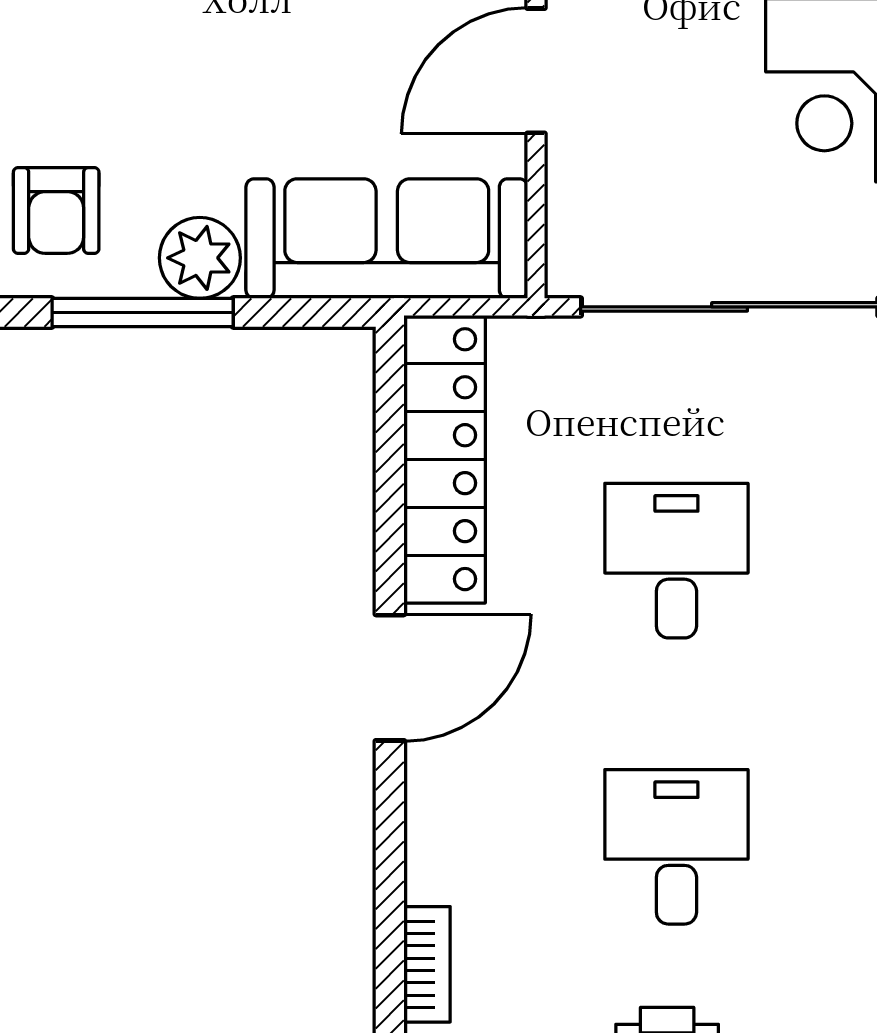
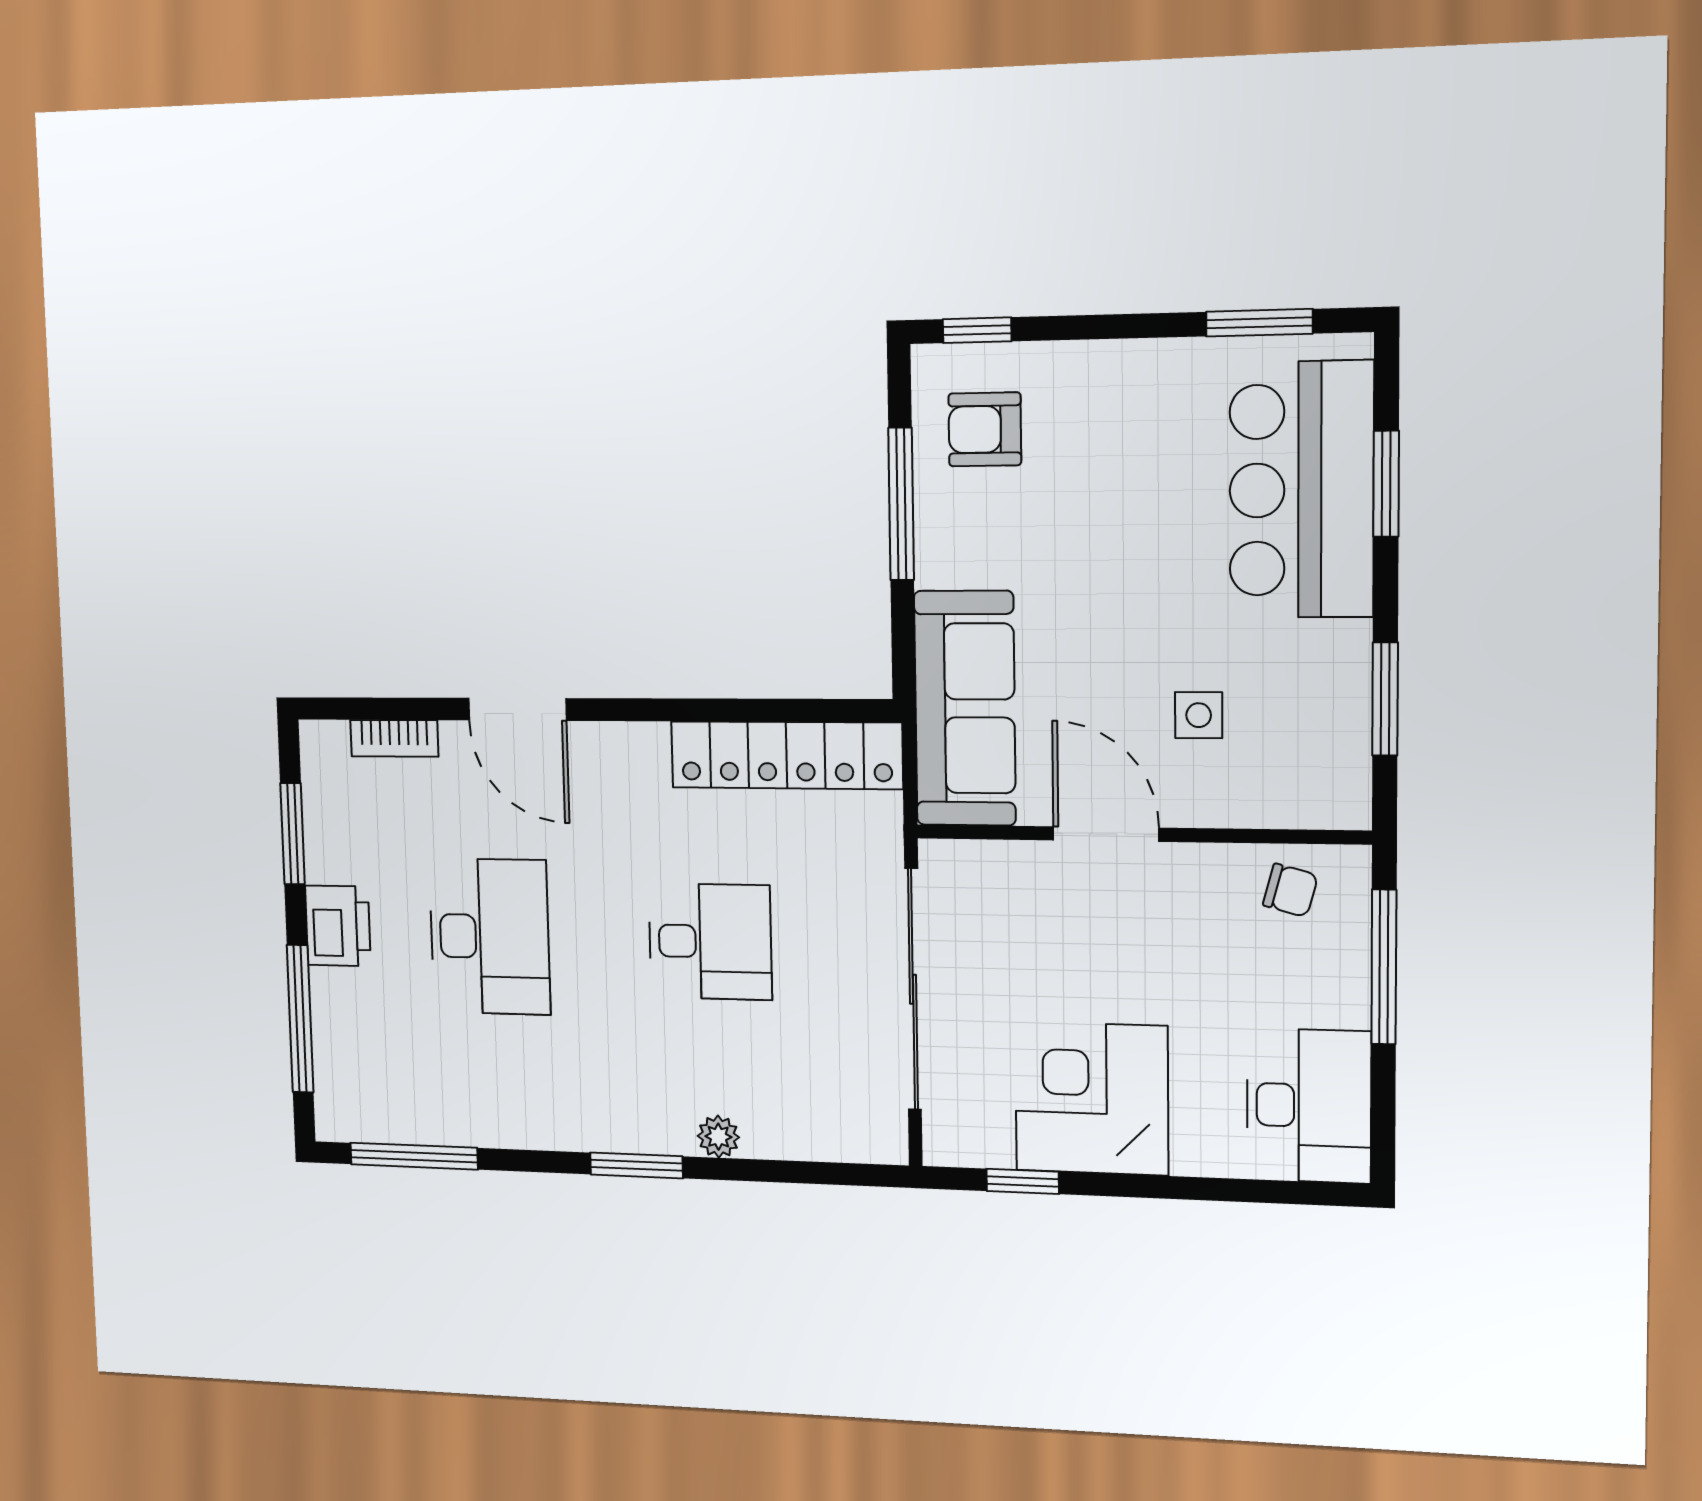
plant: (200, 258) -> (947, 552), removed
door: (390, 678) -> (517, 709), moved
desk: (676, 847) -> (490, 936), width x1.37

